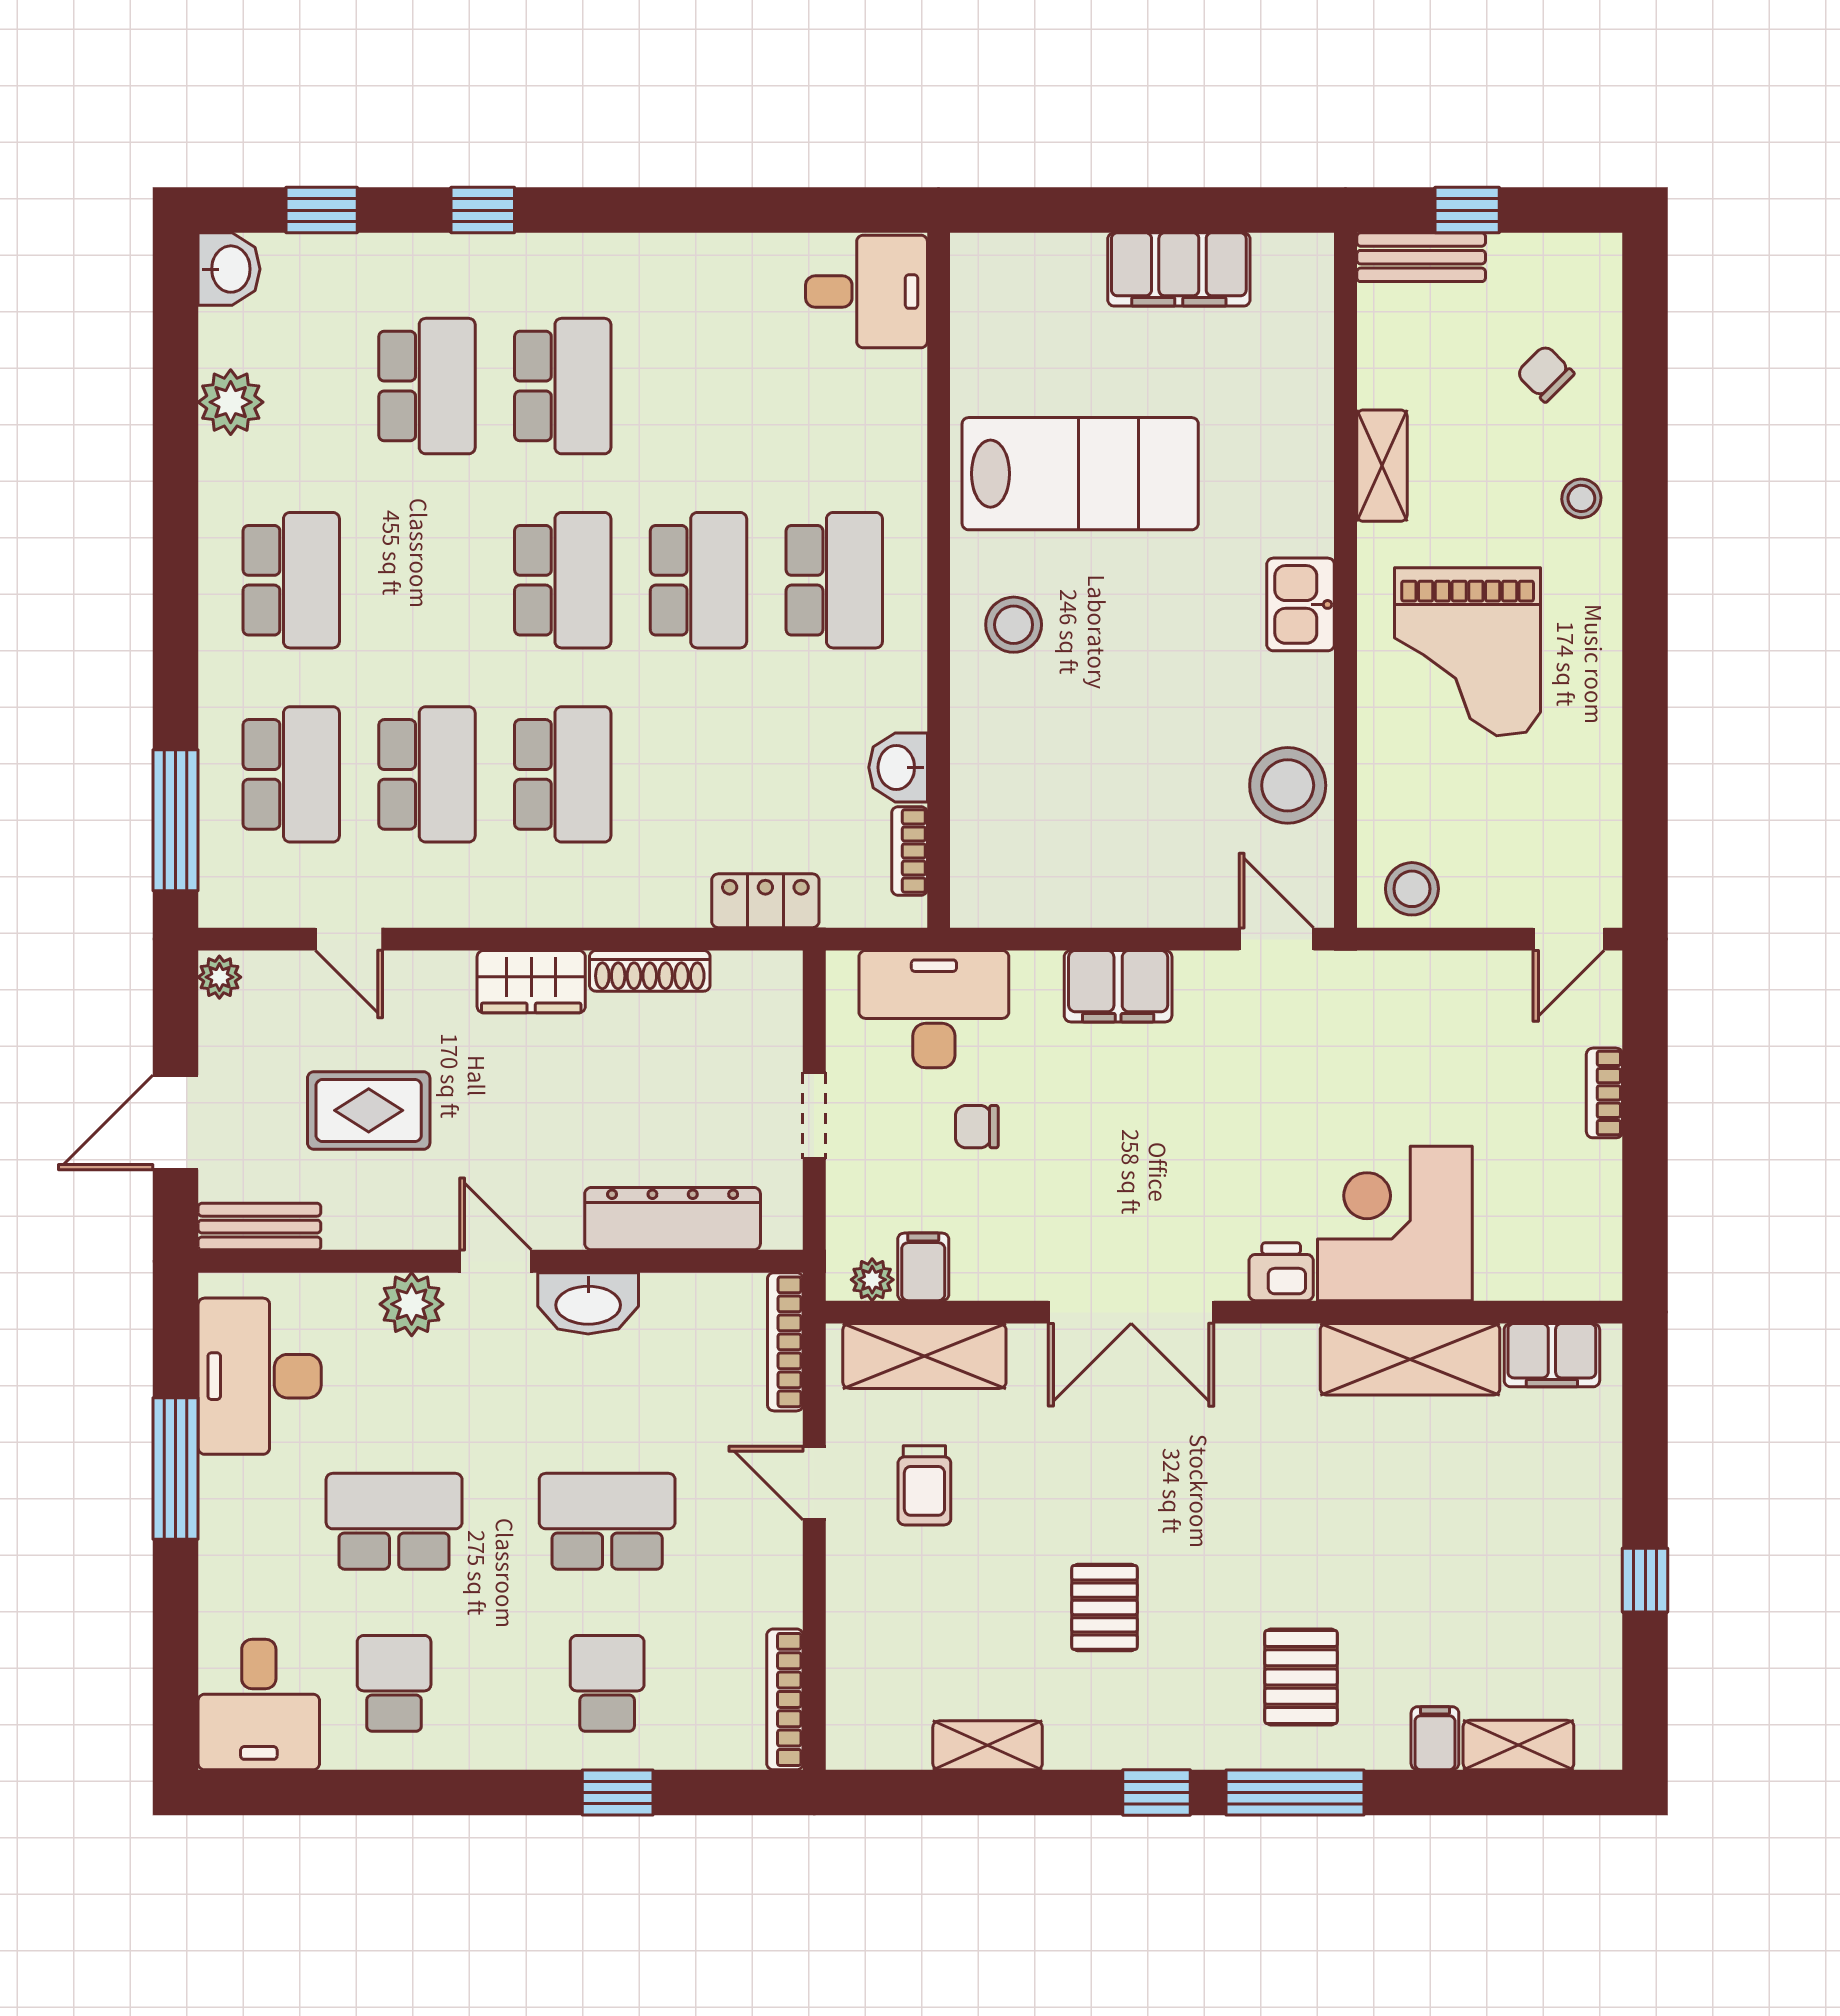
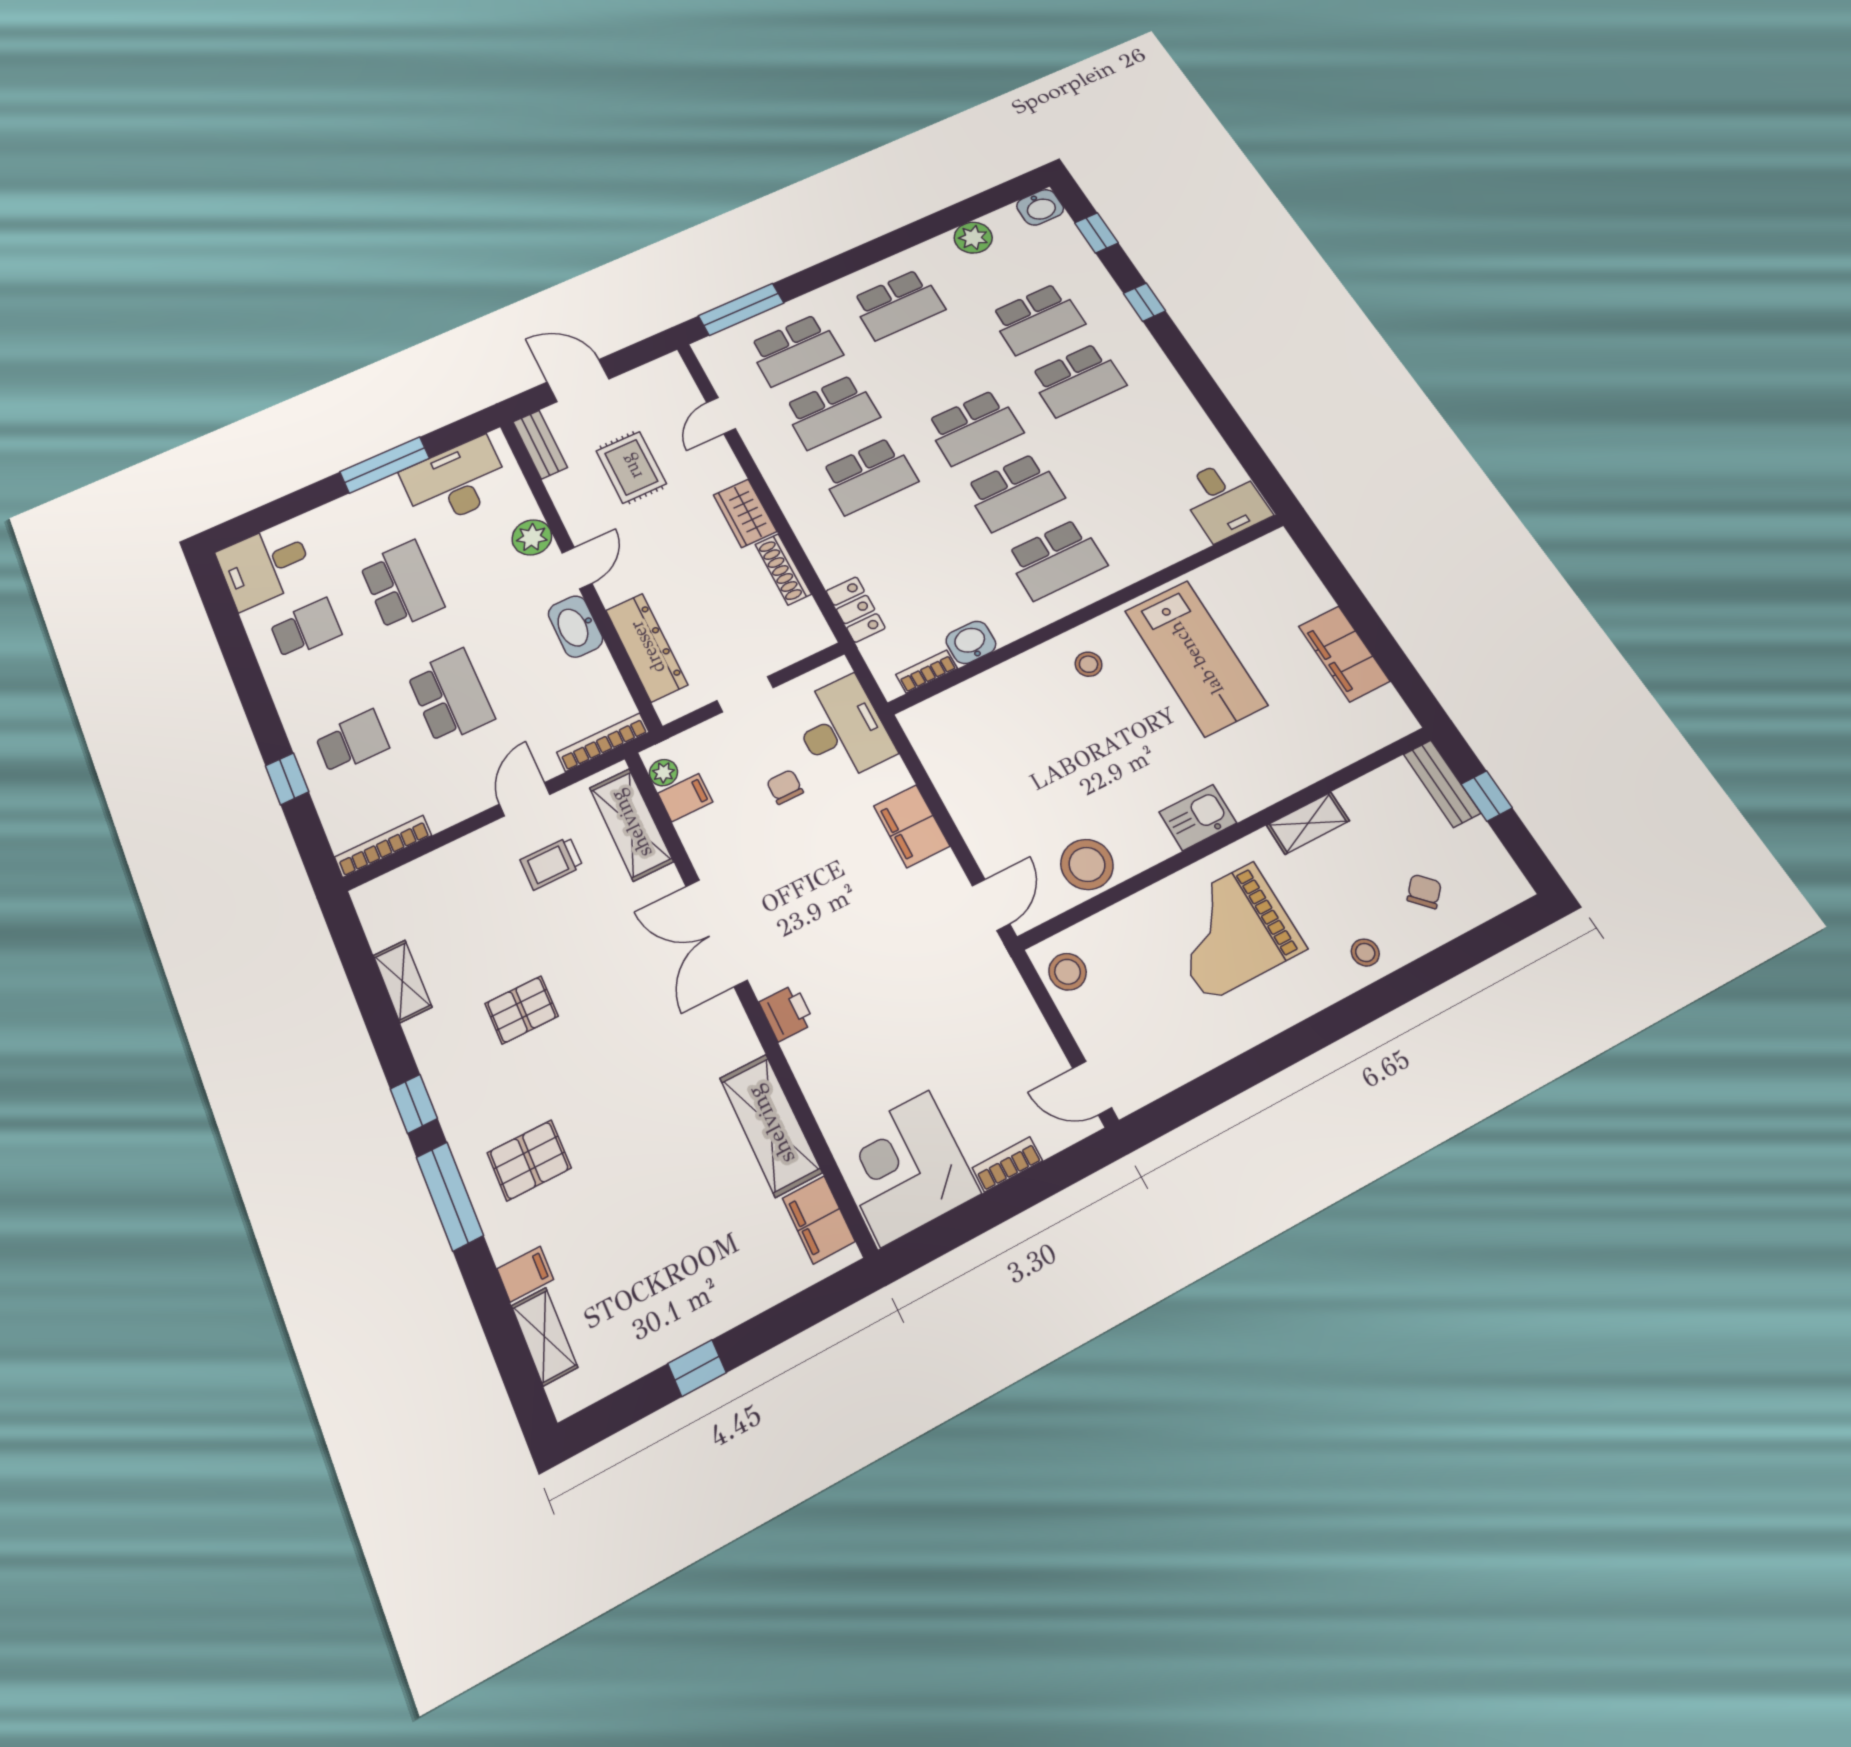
stool: (1014, 625) -> (1089, 664), width x0.73, depth x0.73
plant: (219, 977) -> (668, 366), removed
corner desk: (1395, 1224) -> (905, 1168), moved, turned -90

